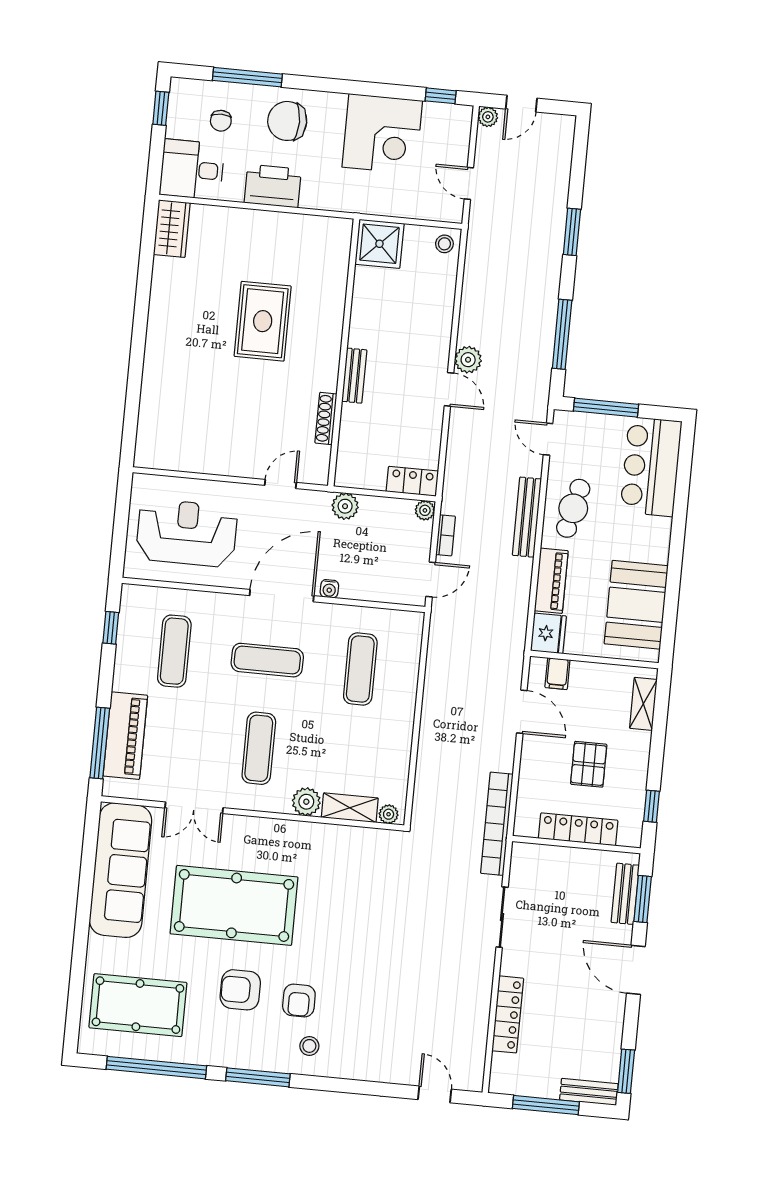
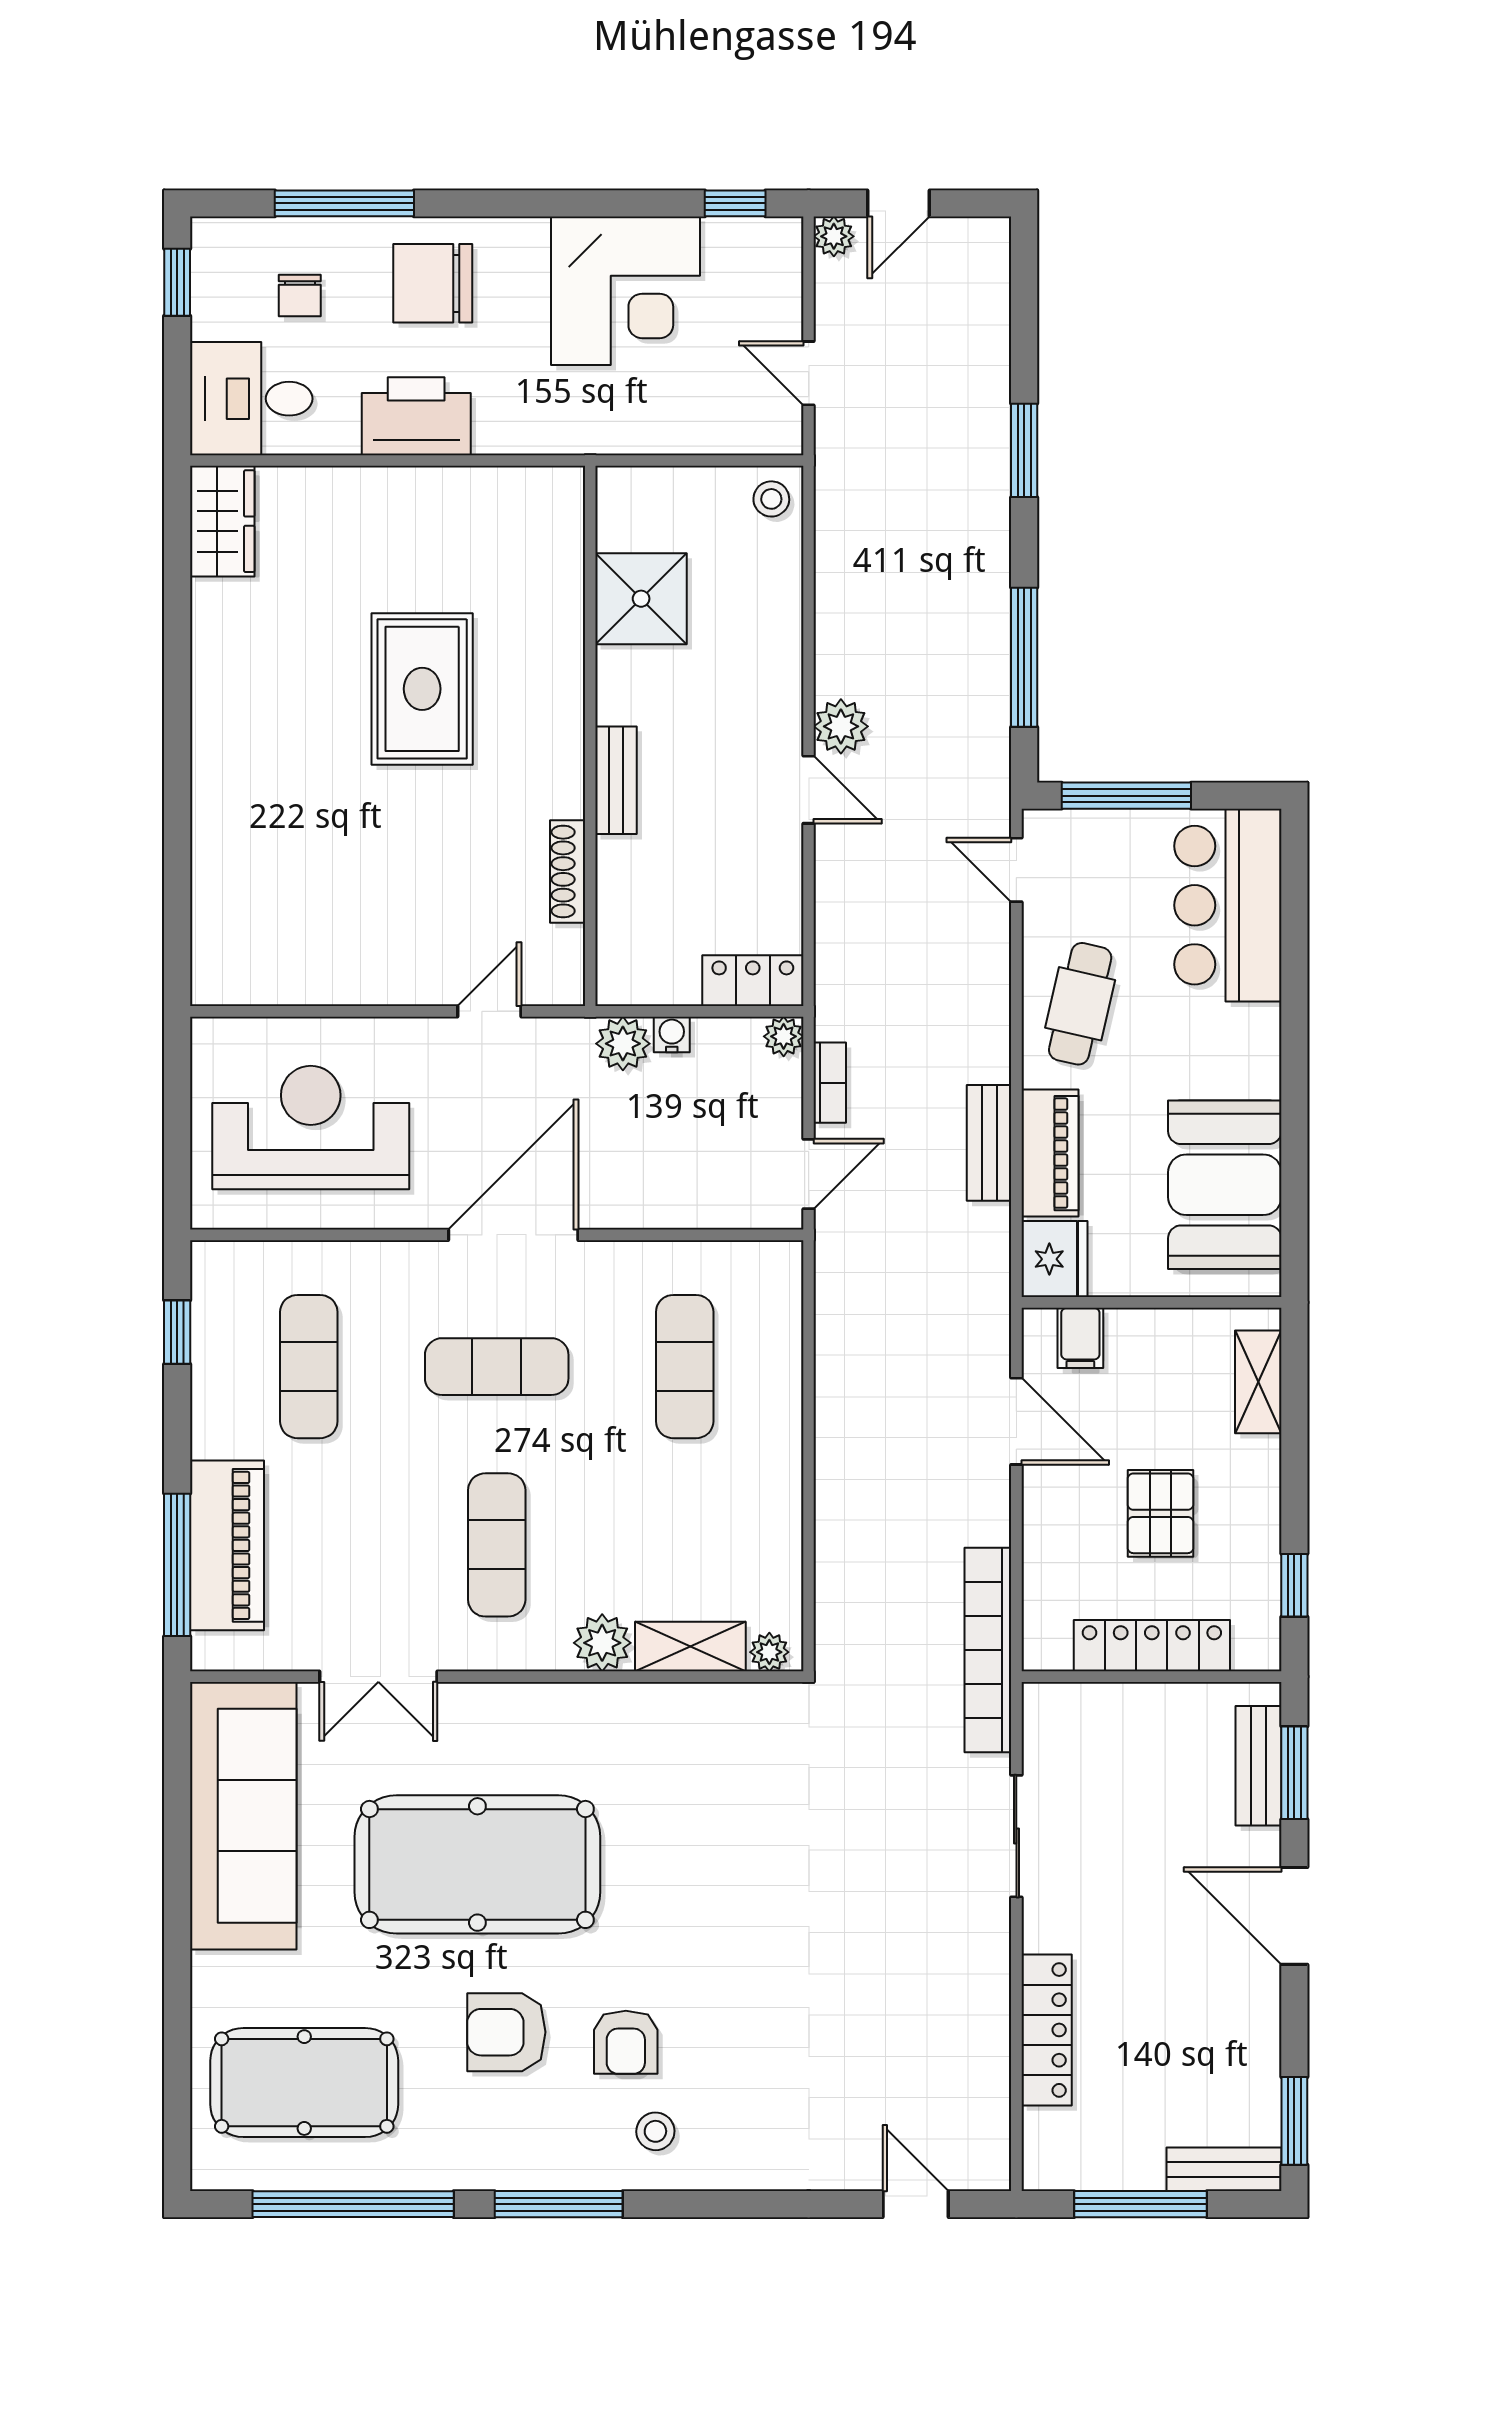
shower: (379, 244) -> (641, 599), moved
bench: (527, 517) -> (989, 1143), moved, width x0.73
water cooler: (329, 589) -> (672, 1034), moved, turned 180

